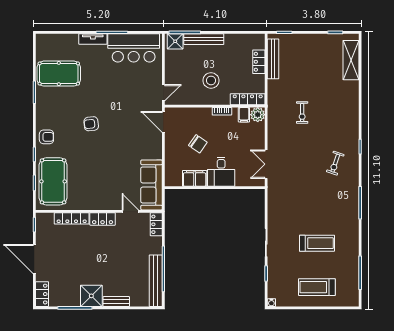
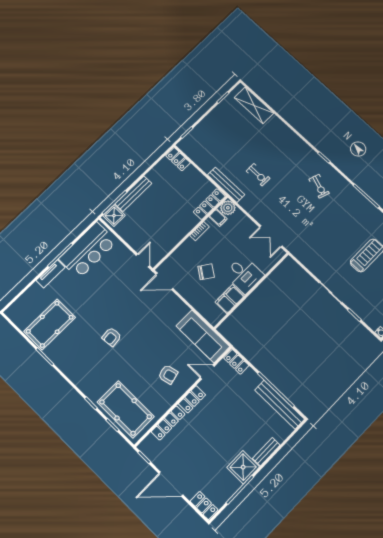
bench: (273, 59) -> (226, 185), moved
locker: (259, 62) -> (178, 159), moved
stool: (211, 80) -> (169, 217), removed
armchair: (46, 137) -> (168, 374), moved, turned 76

